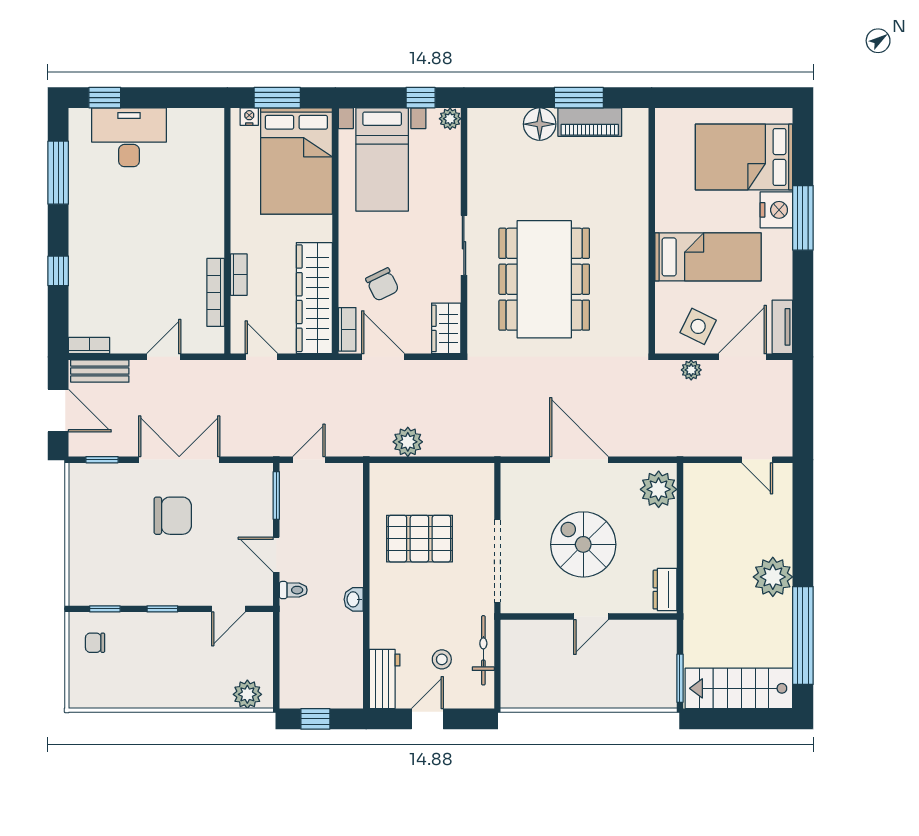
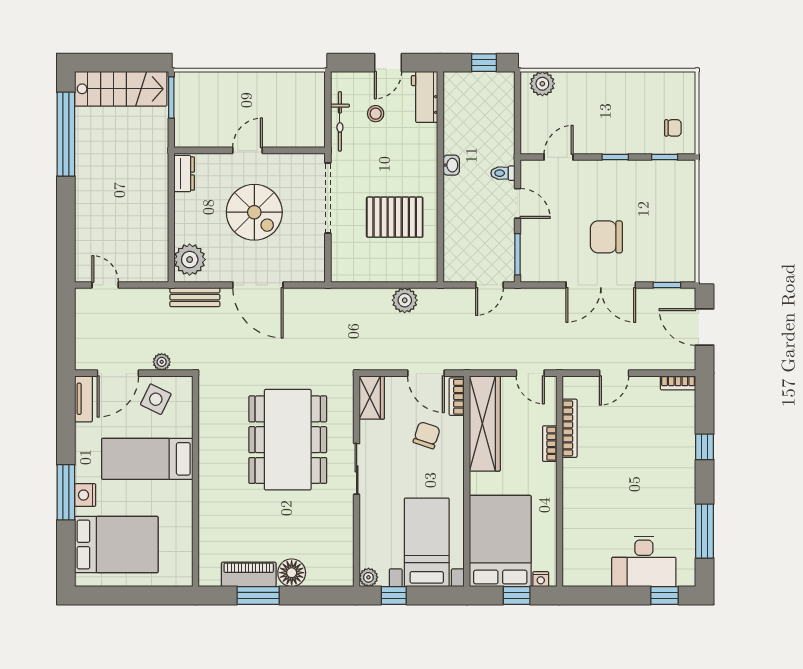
window: (277, 98) -> (517, 595), width x0.67
nightstand: (776, 210) -> (85, 495), width x0.74, depth x0.75
chair: (382, 284) -> (427, 435), turned 44
bench: (100, 371) -> (195, 297), moved
plant: (773, 577) -> (92, 184), removed

